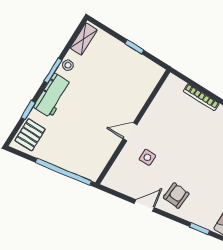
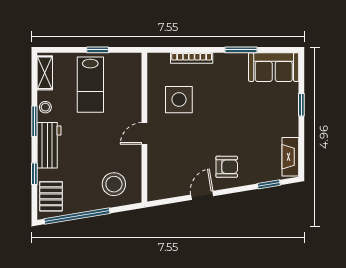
lab bench: (112, 69) -> (90, 85), added
stool: (83, 155) -> (114, 184), added
side table: (147, 157) -> (179, 100), moved, width x1.87, depth x1.87
window: (63, 172) -> (77, 216), moved
armchair: (176, 196) -> (227, 167), turned 86

